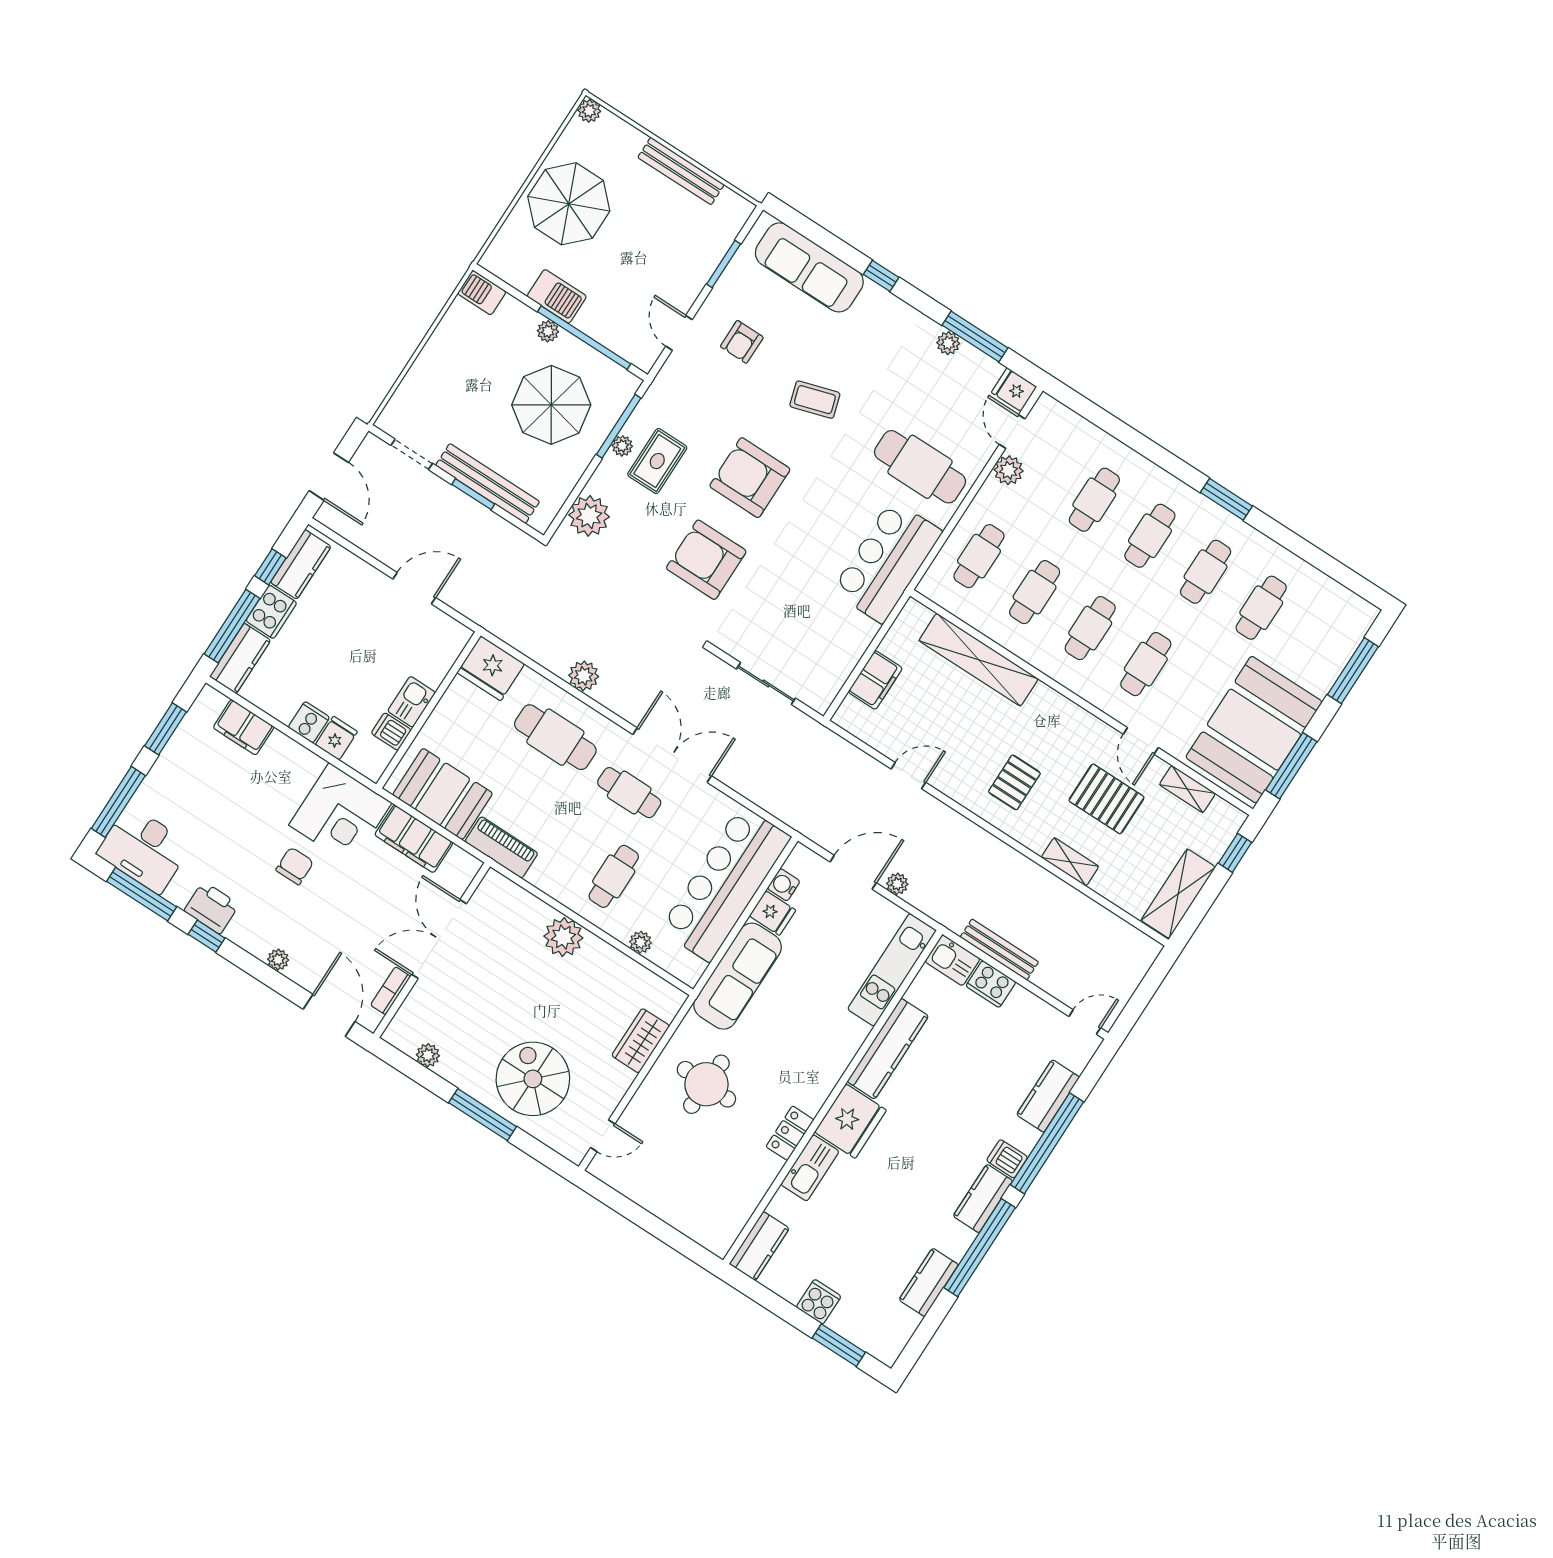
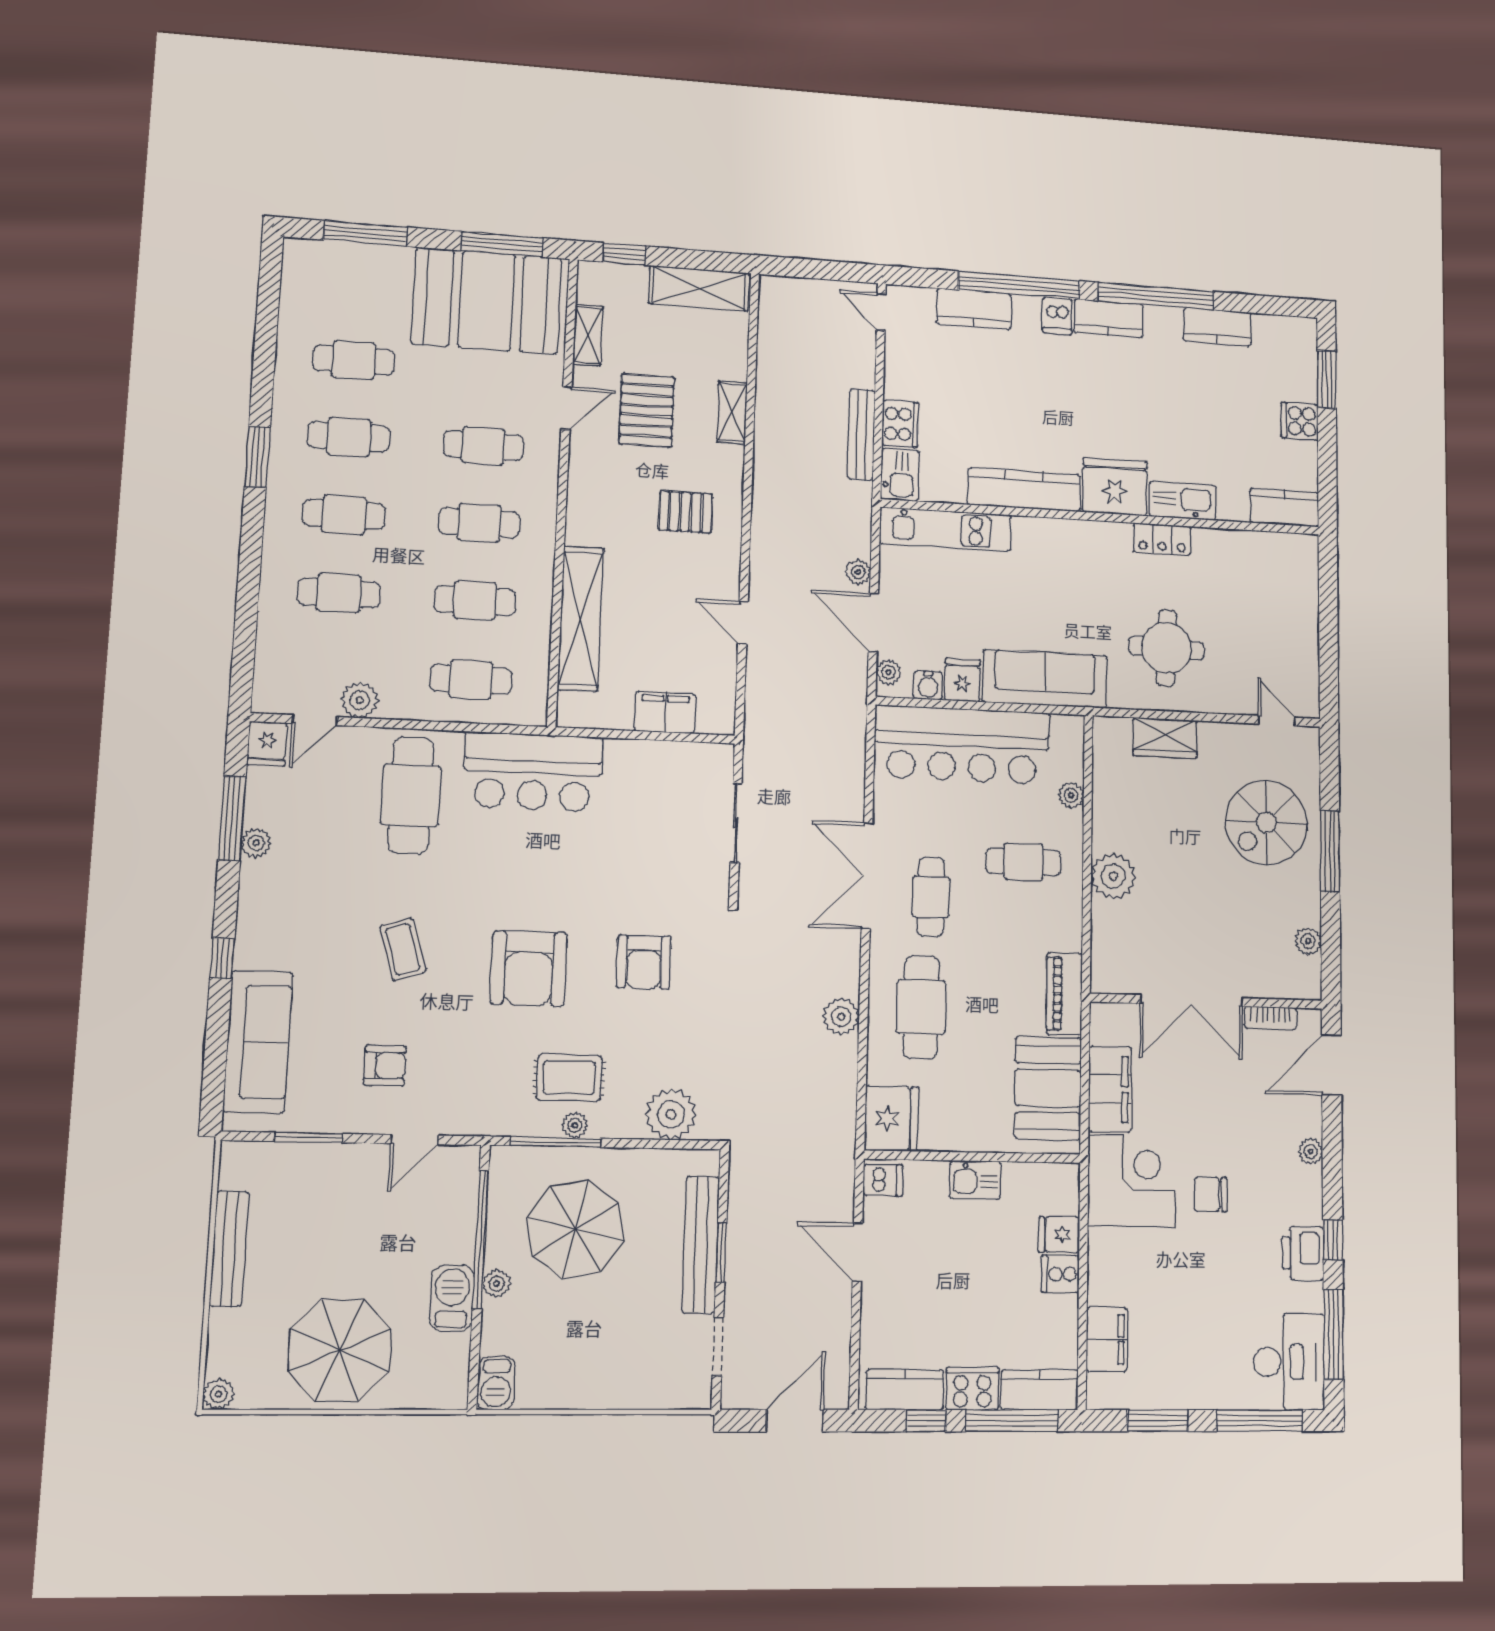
armchair: (706, 560) -> (644, 962), width x0.73, depth x0.73
dishwasher: (391, 732) -> (883, 1180), moved, turned -90
plant: (810, 861) -> (888, 672), added

